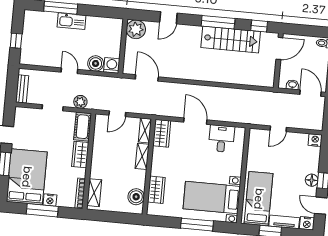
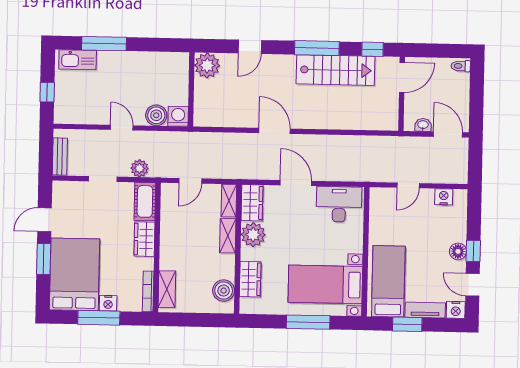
kitchen sink: (72, 21) -> (78, 60), moved
door: (147, 78) -> (275, 131), moved
desk: (222, 139) -> (339, 204), width x1.37
nightstand: (315, 140) -> (444, 197), moved
plant: (161, 157) -> (253, 235), added

